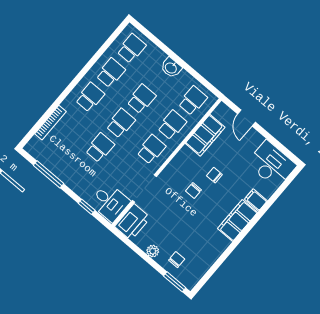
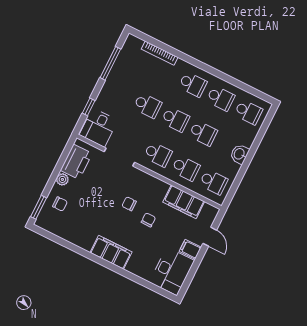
door: (246, 118) -> (210, 237), swing flipped
filing cabinet: (256, 200) -> (190, 249), moved, turned -90
printer: (133, 222) -> (76, 162), moved, turned -90

